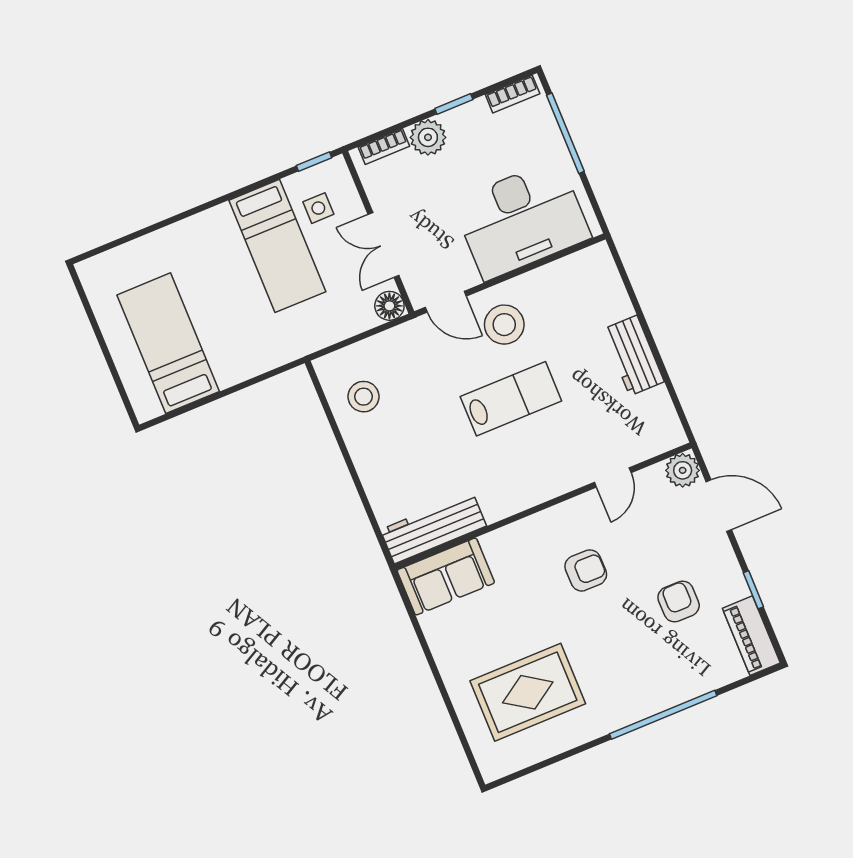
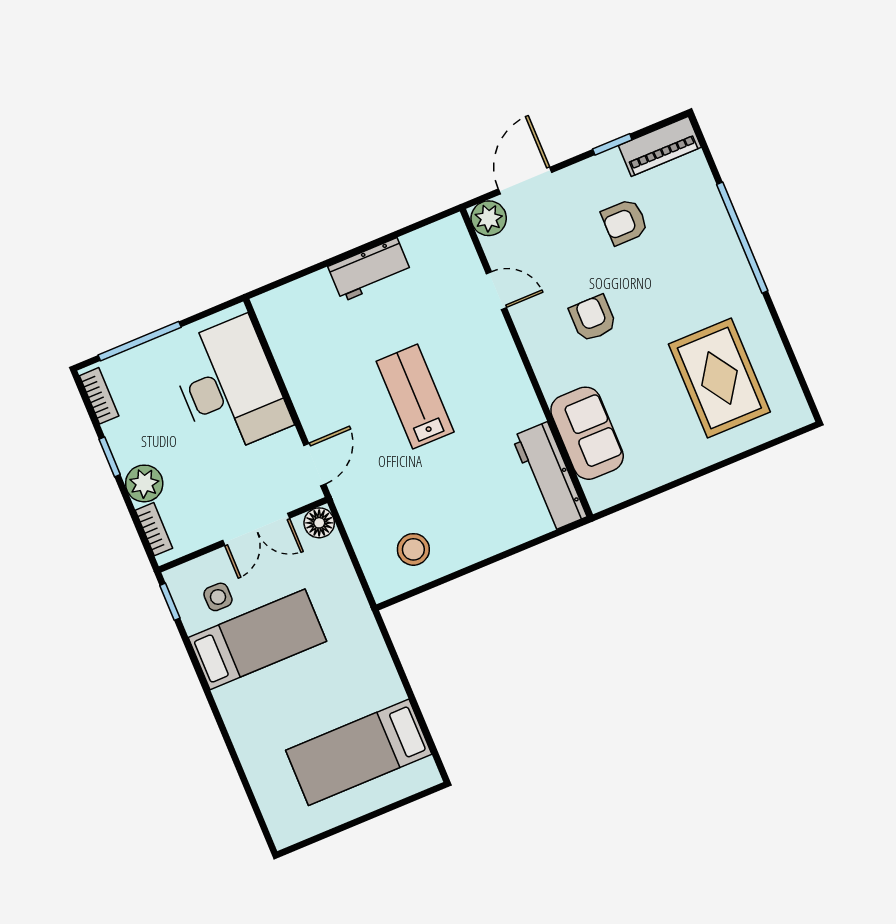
stool: (504, 325) -> (338, 404), removed
sofa: (446, 576) -> (587, 433), moved

